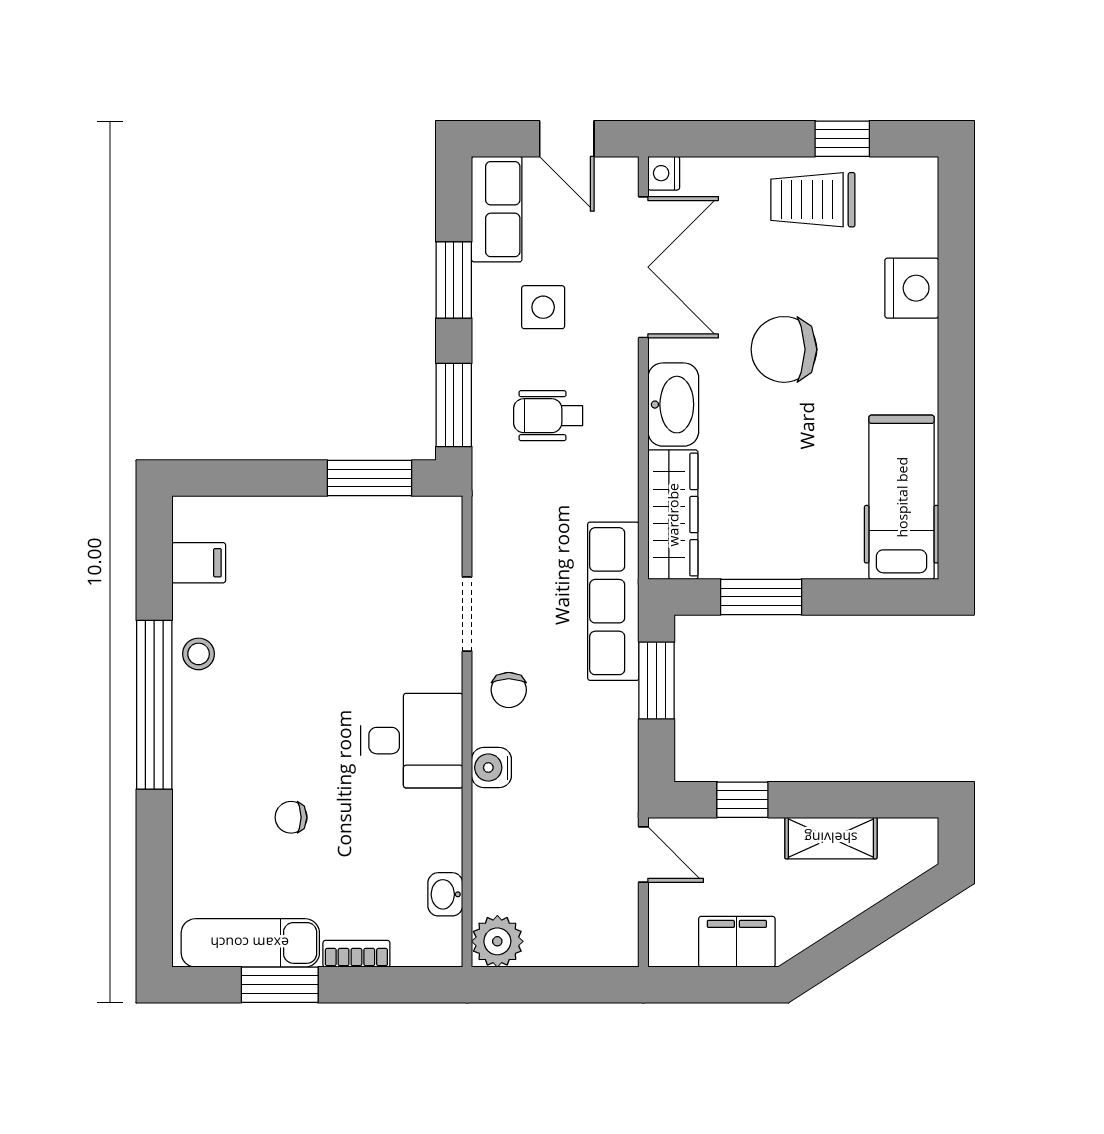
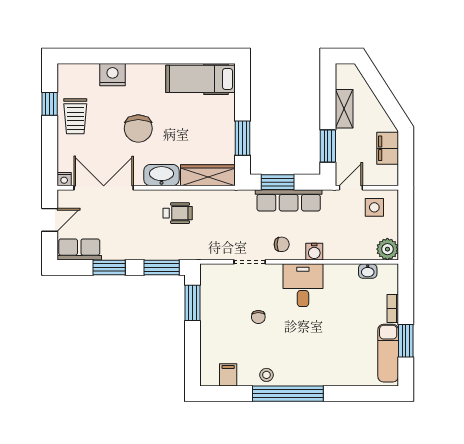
side table: (543, 307) -> (374, 207), moved
wheelchair: (548, 416) -> (178, 213), moved, turned -90
row of seats: (613, 601) -> (289, 200), moved
window: (742, 800) -> (328, 146), width x1.50
chair: (291, 817) -> (258, 317), moved

